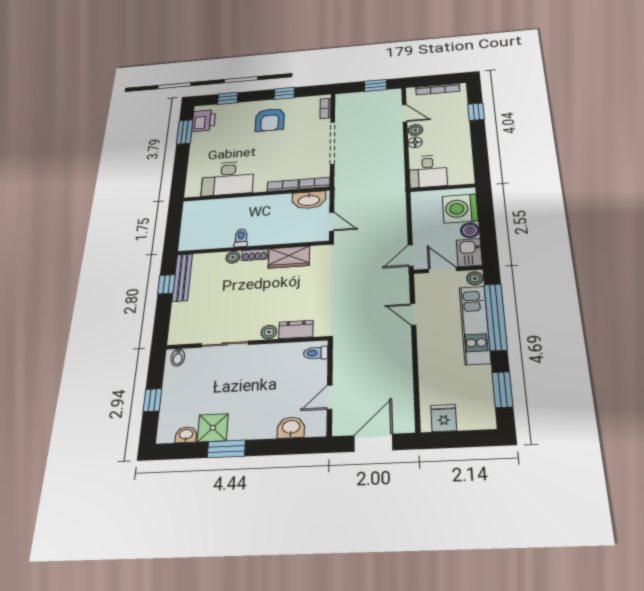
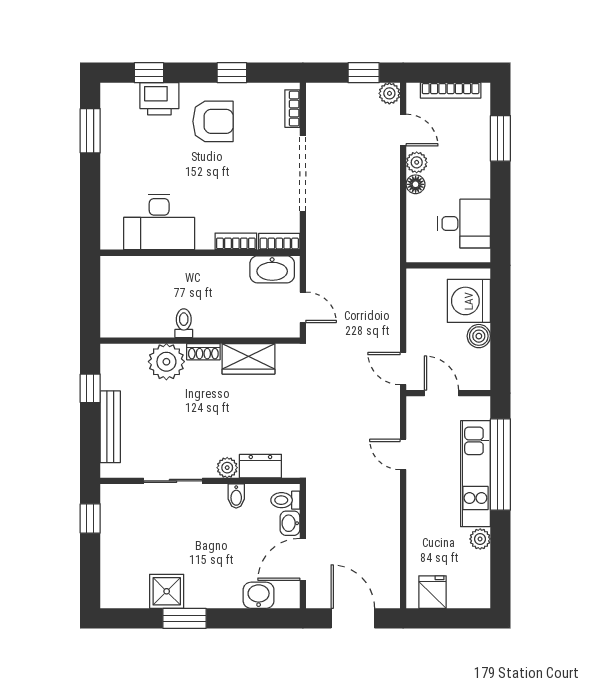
plant: (394, 95) -> (389, 93), added
window: (476, 112) -> (500, 138), width x1.50
armchair: (270, 120) -> (213, 121), turned -90
printer: (204, 121) -> (159, 99), moved, turned 90
desk: (428, 171) -> (464, 224), moved, turned -90
kitchen sink: (469, 253) -> (476, 370), removed
door: (411, 256) -> (403, 369), hinge flipped
plant: (233, 257) -> (166, 362), width x1.88, depth x1.88
bench: (182, 278) -> (110, 427), moved
plant: (475, 278) -> (480, 539), moved
bidet: (178, 357) -> (236, 496), moved
window: (502, 390) -> (500, 560), removed
door: (330, 397) -> (303, 559), width x1.38
window: (152, 400) -> (90, 518), moved
washbasin: (186, 435) -> (290, 523), moved, turned -90
door: (373, 443) -> (353, 618), hinge flipped

